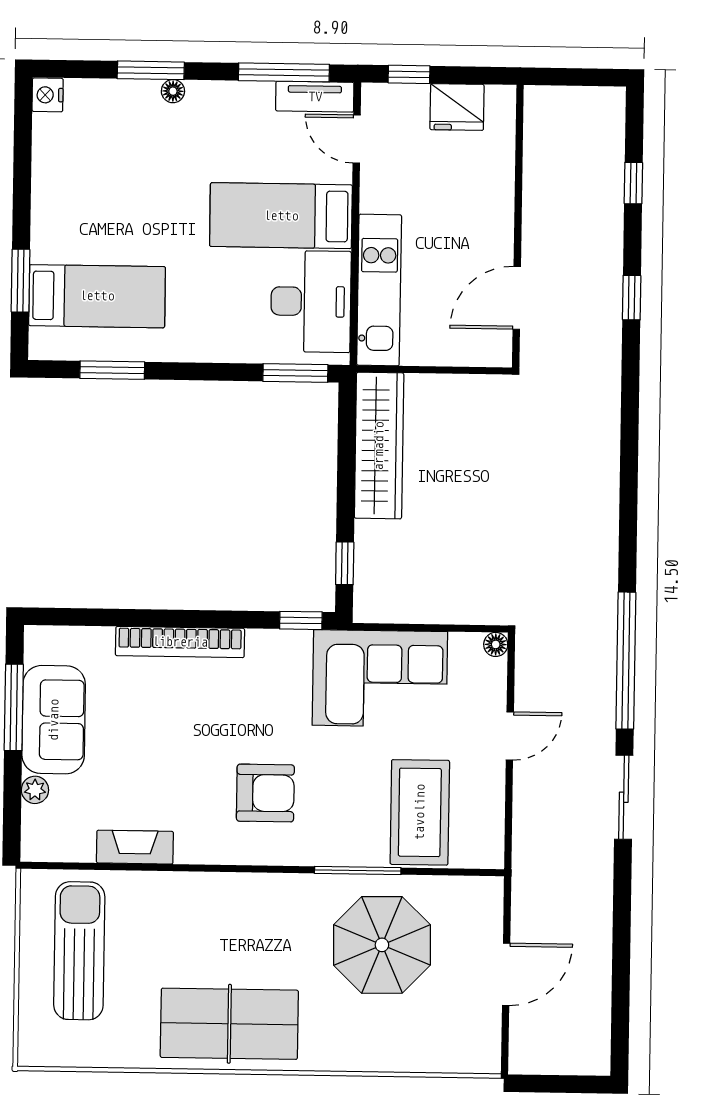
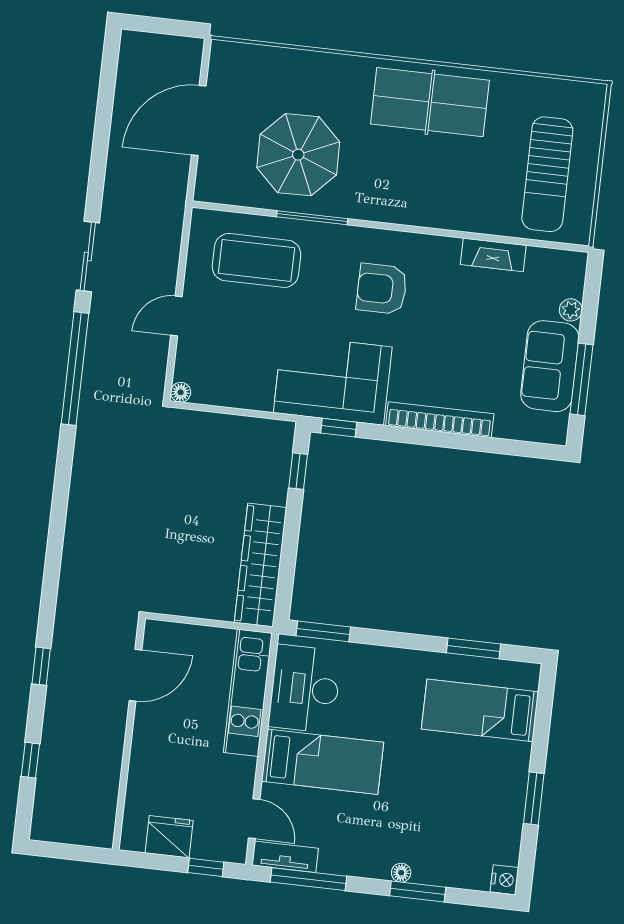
window: (20, 281) -> (534, 799), moved
corner sofa: (380, 678) -> (333, 380), moved
coffee table: (420, 812) -> (256, 260), turned 90
door: (506, 974) -> (199, 121), width x1.36

